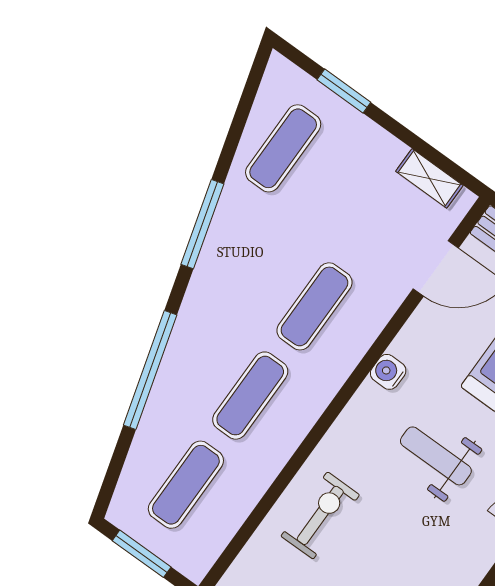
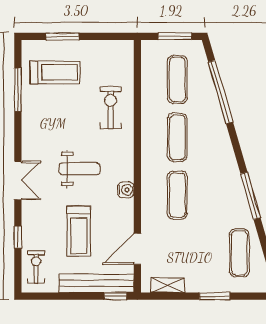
window: (344, 91) -> (215, 296), moved
window: (150, 370) -> (221, 92), moved
exercise bike: (320, 515) -> (111, 108), turned 180

